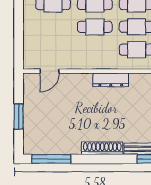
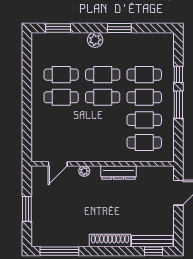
cafe table: (95, 27) -> (103, 120), removed
plant: (76, 78) -> (84, 171), added

